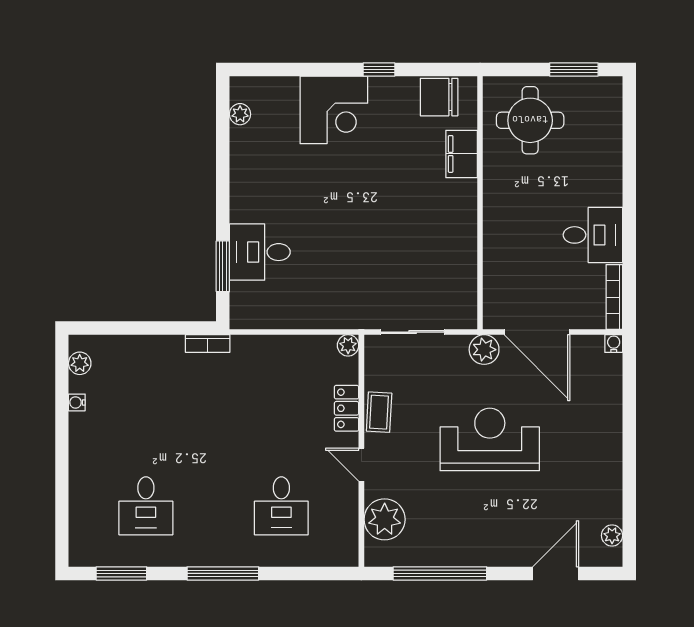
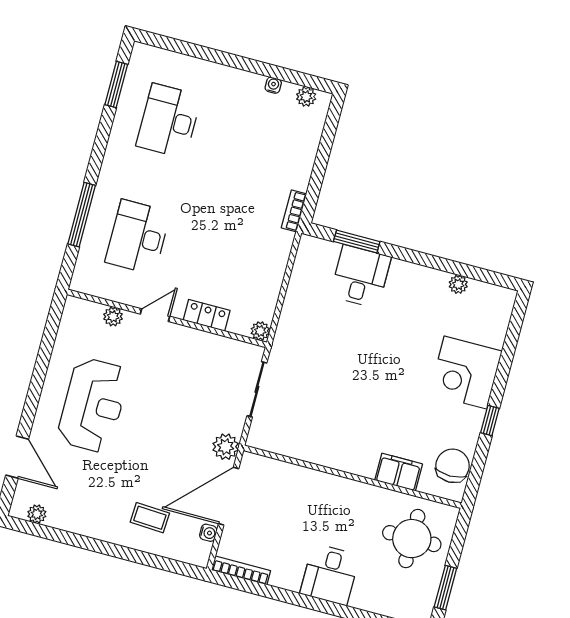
plant: (240, 114) -> (458, 284), moved
desk: (593, 235) -> (330, 574), moved
water cooler: (614, 344) -> (208, 533), moved
coffee table: (379, 412) -> (150, 518), moved
reception desk: (490, 439) -> (93, 405), moved
desk: (146, 506) -> (169, 121), width x1.37
desk: (281, 506) -> (138, 237), width x1.37
plant: (385, 519) -> (113, 317), width x0.53, depth x0.53
window: (223, 573) -> (82, 215), moved
window: (440, 573) -> (44, 358), removed

